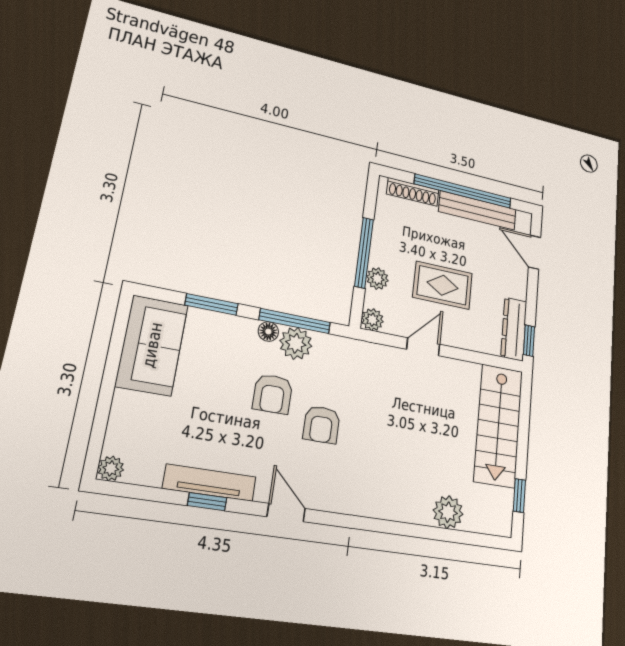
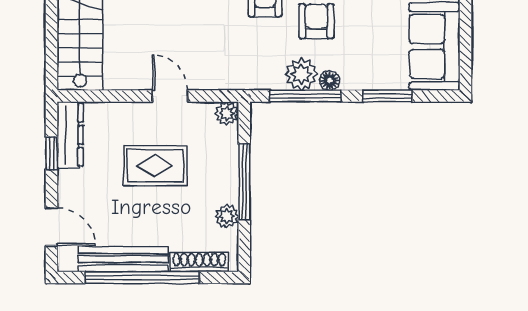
plant: (377, 279) -> (227, 216), moved
window: (529, 341) -> (51, 153), moved
door: (423, 347) -> (170, 96), swing flipped

